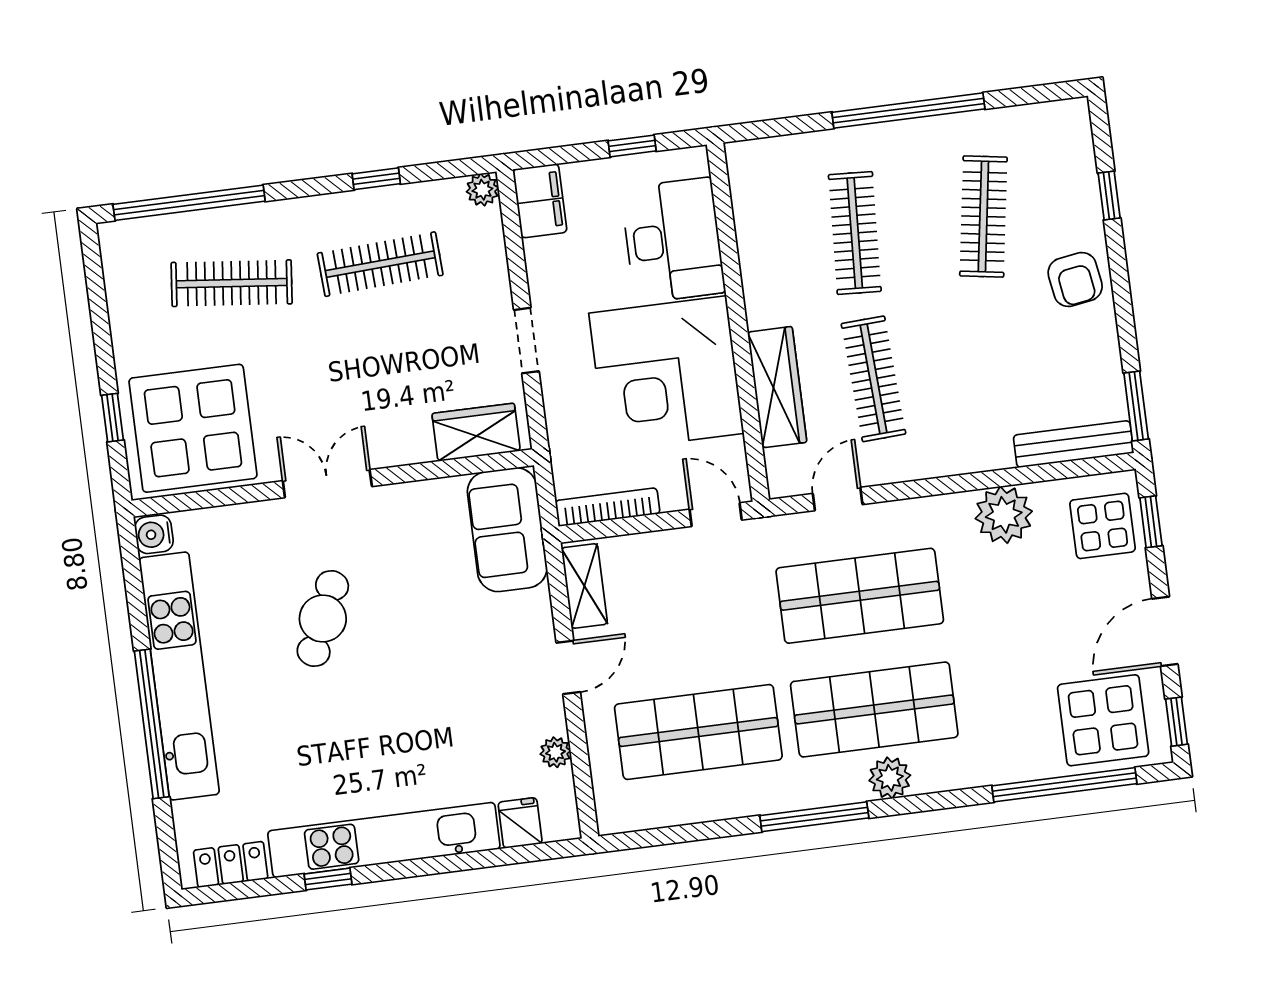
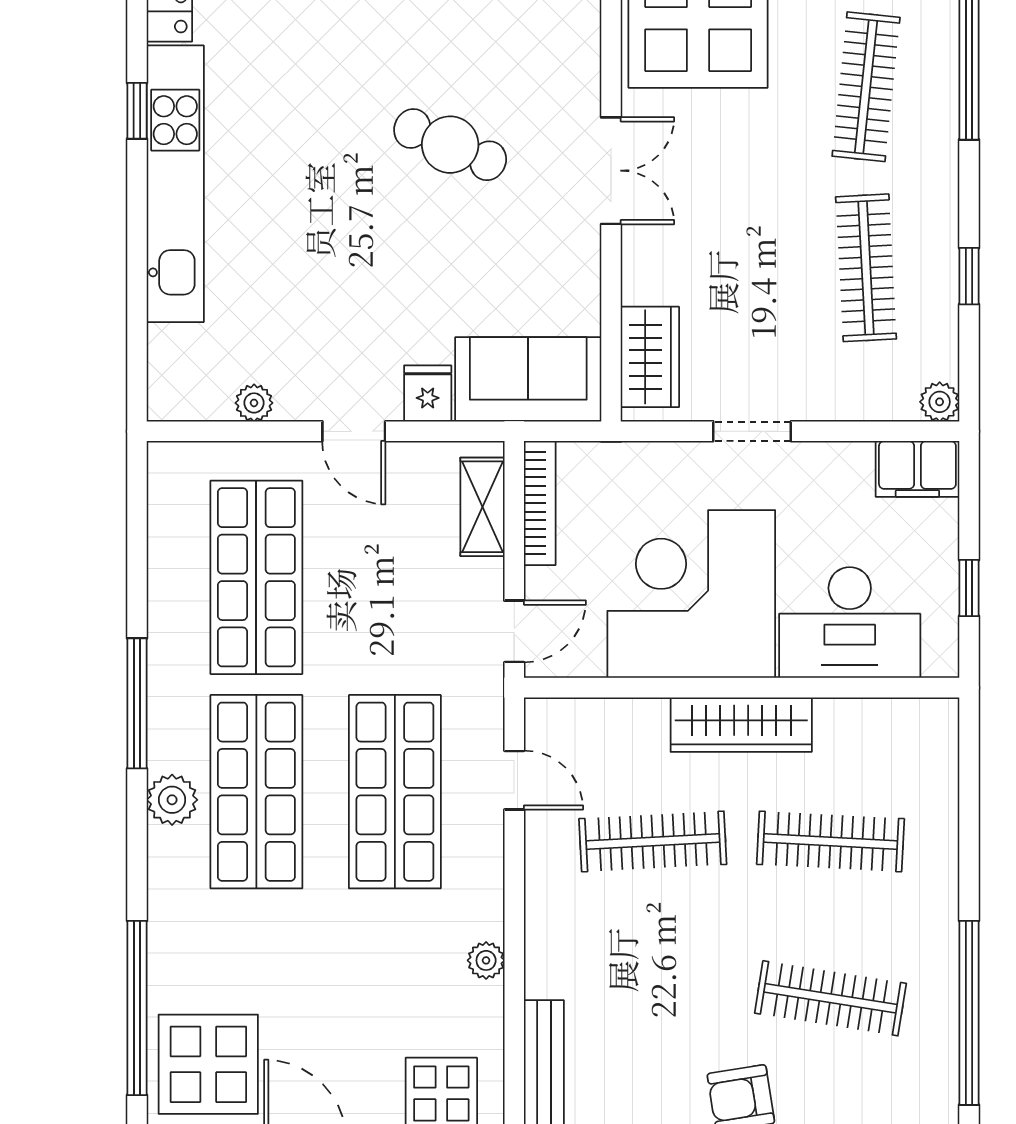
window: (908, 111) -> (969, 1013), moved
wardrobe: (777, 387) -> (741, 725), moved
plant: (1004, 515) -> (486, 960), width x0.53, depth x0.53
shelving: (584, 586) -> (482, 507), moved, turned 90
fridge: (520, 823) -> (428, 393), moved, turned -90

